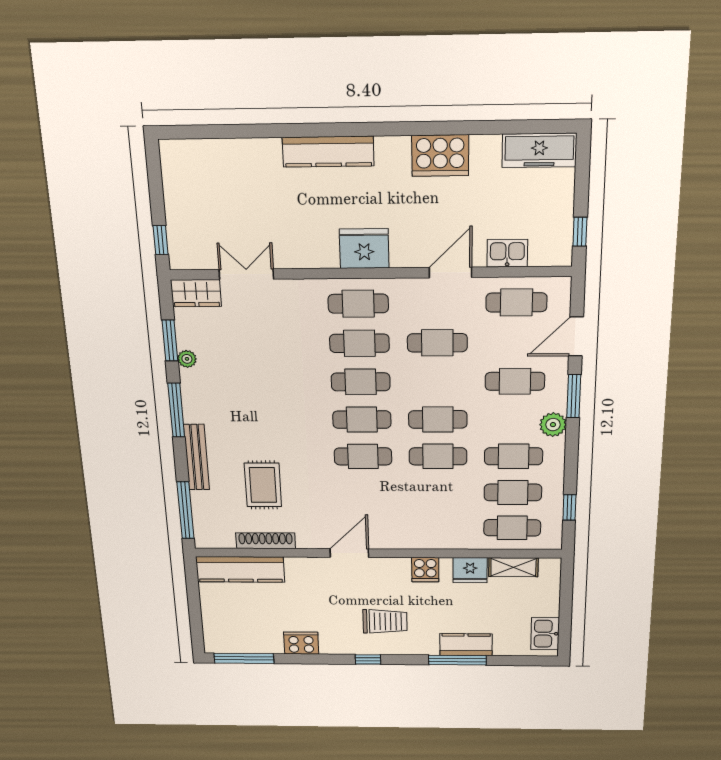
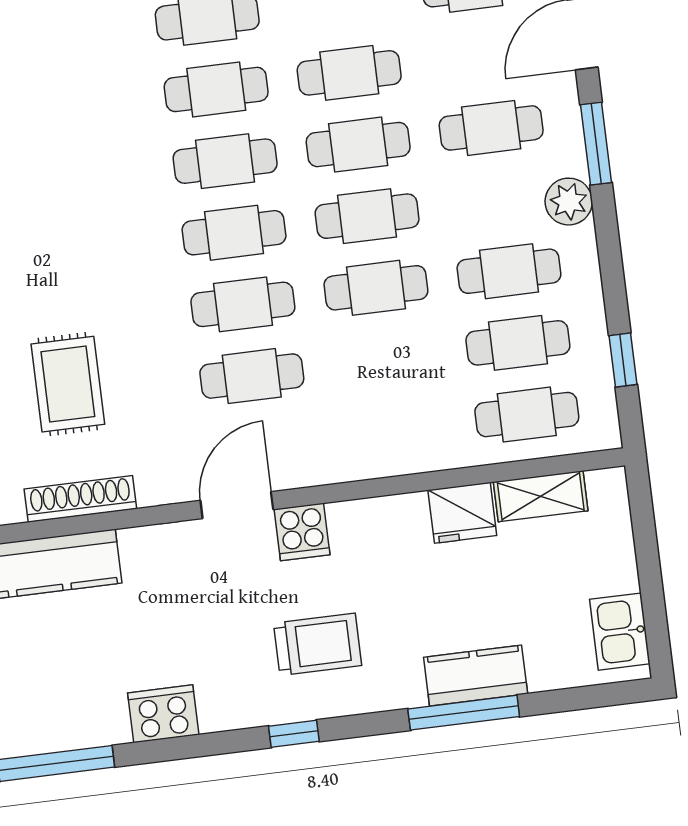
cafe table: (438, 382) -> (358, 145), added
cafe table: (364, 492) -> (252, 376), added
cooker: (425, 570) -> (302, 532), moved

